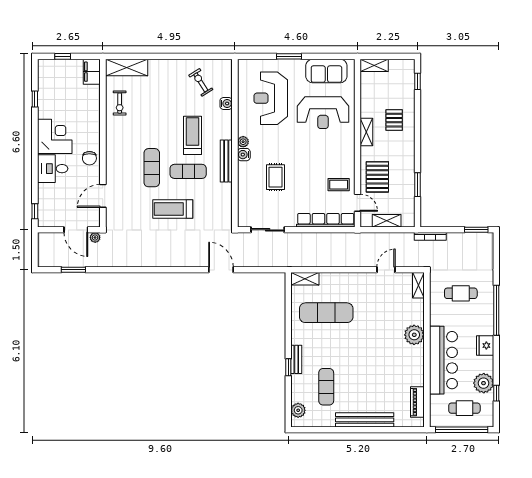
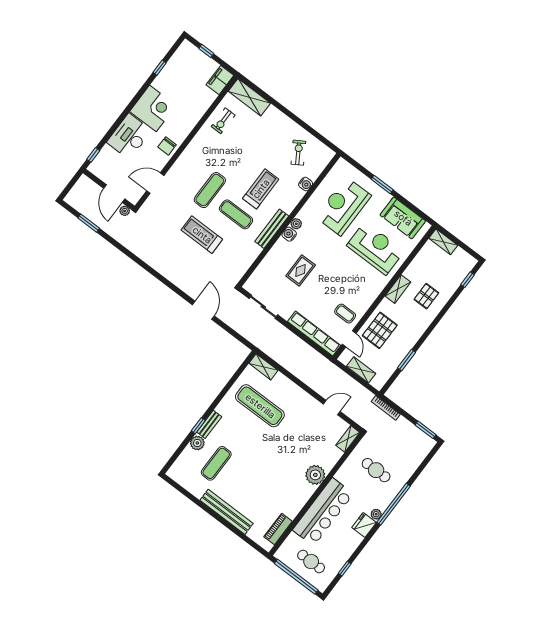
reception desk: (323, 113) -> (375, 248), turned 180
desk: (53, 169) -> (129, 136), width x1.37
plant: (484, 383) -> (376, 514), moved, width x0.53, depth x0.53
plant: (298, 410) -> (197, 443), moved

